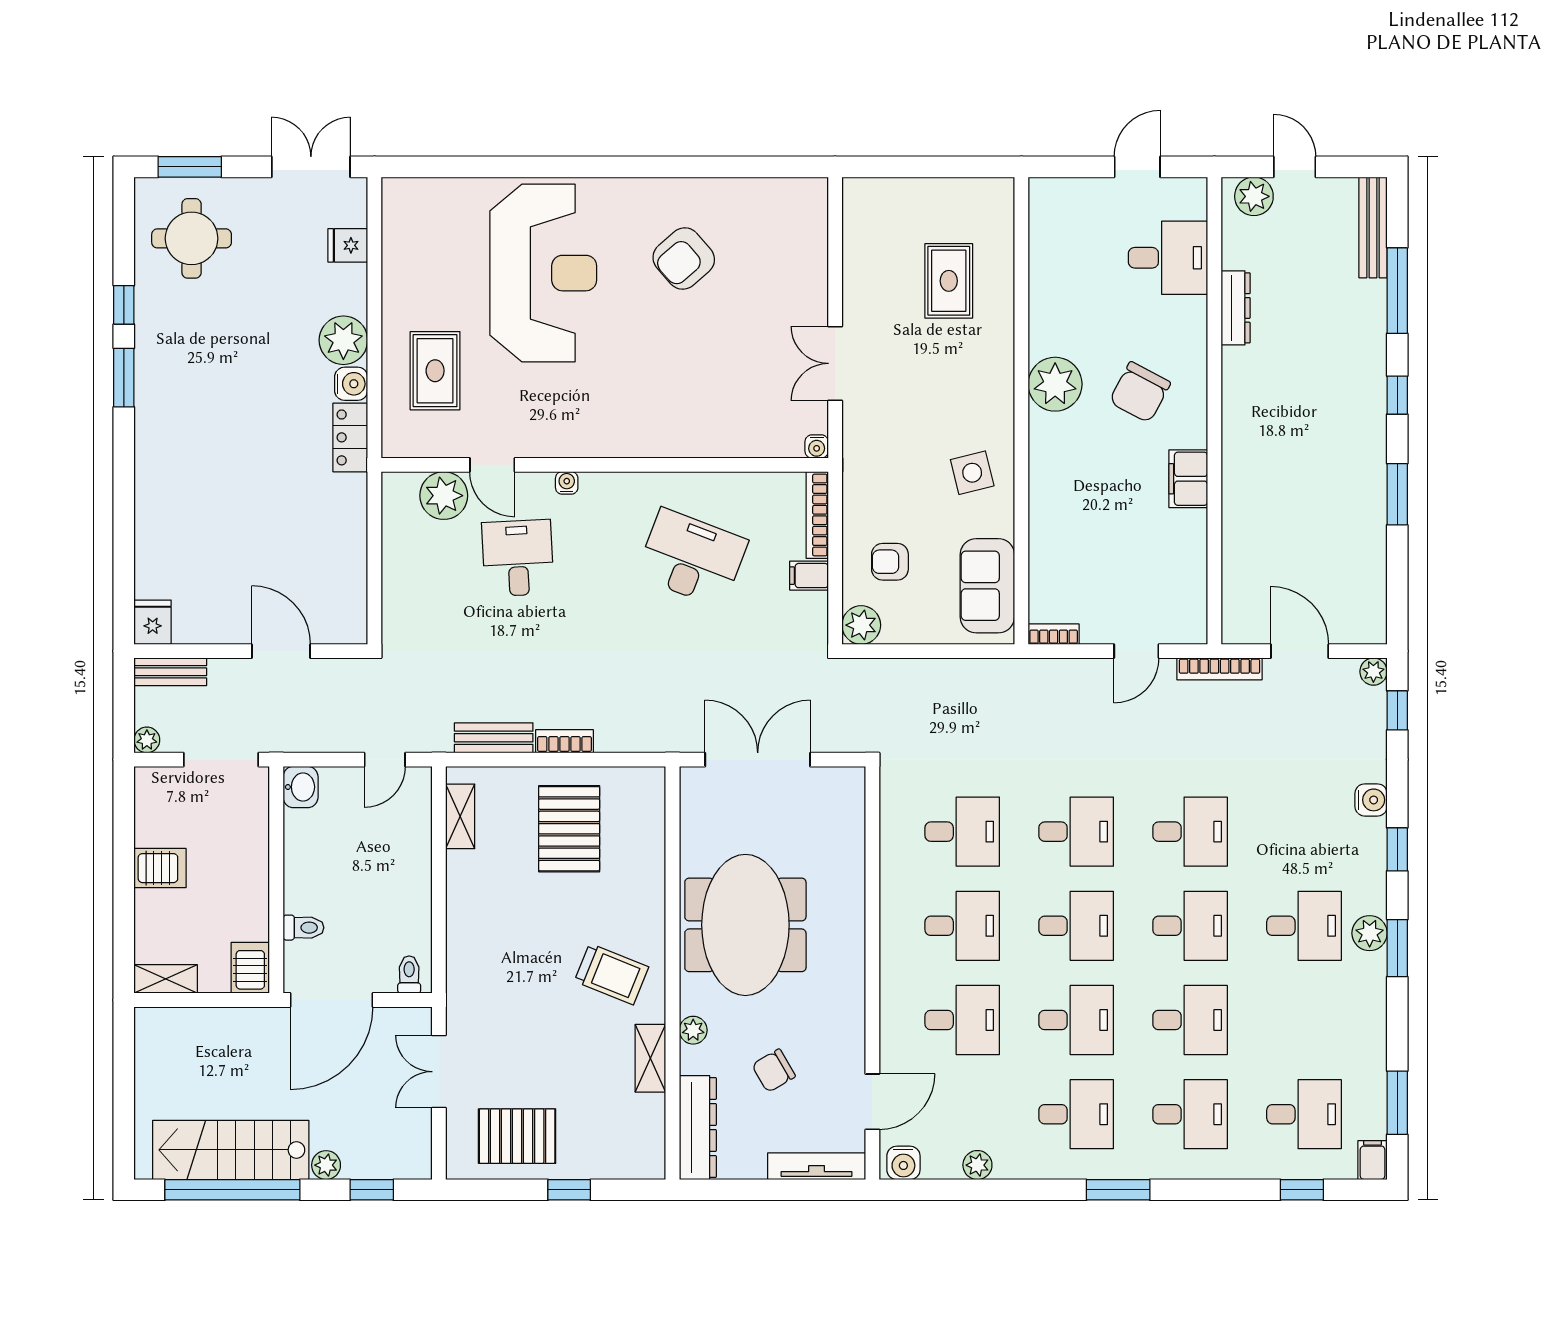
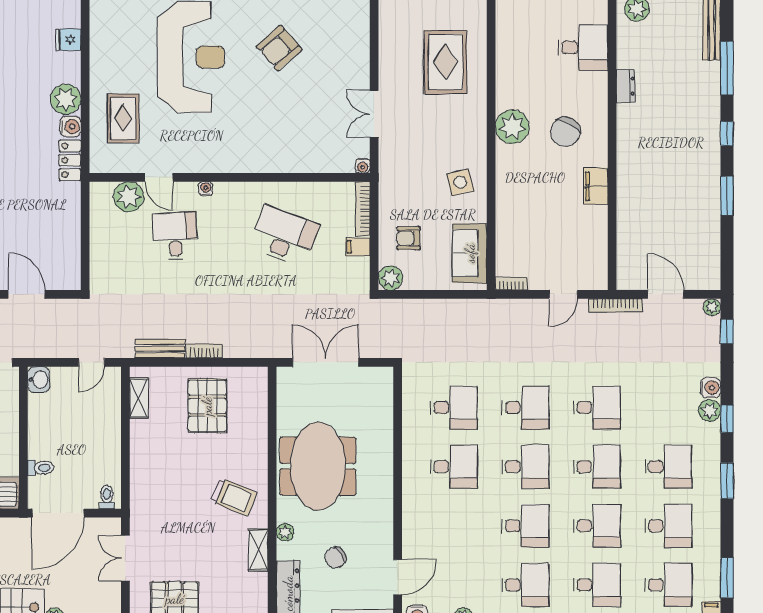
rug: (949, 281) -> (445, 62), width x1.36, depth x1.43
dresser: (1236, 308) -> (626, 86), width x0.70
plant: (1370, 933) -> (710, 411), moved
desk: (962, 1020) -> (668, 526), moved

